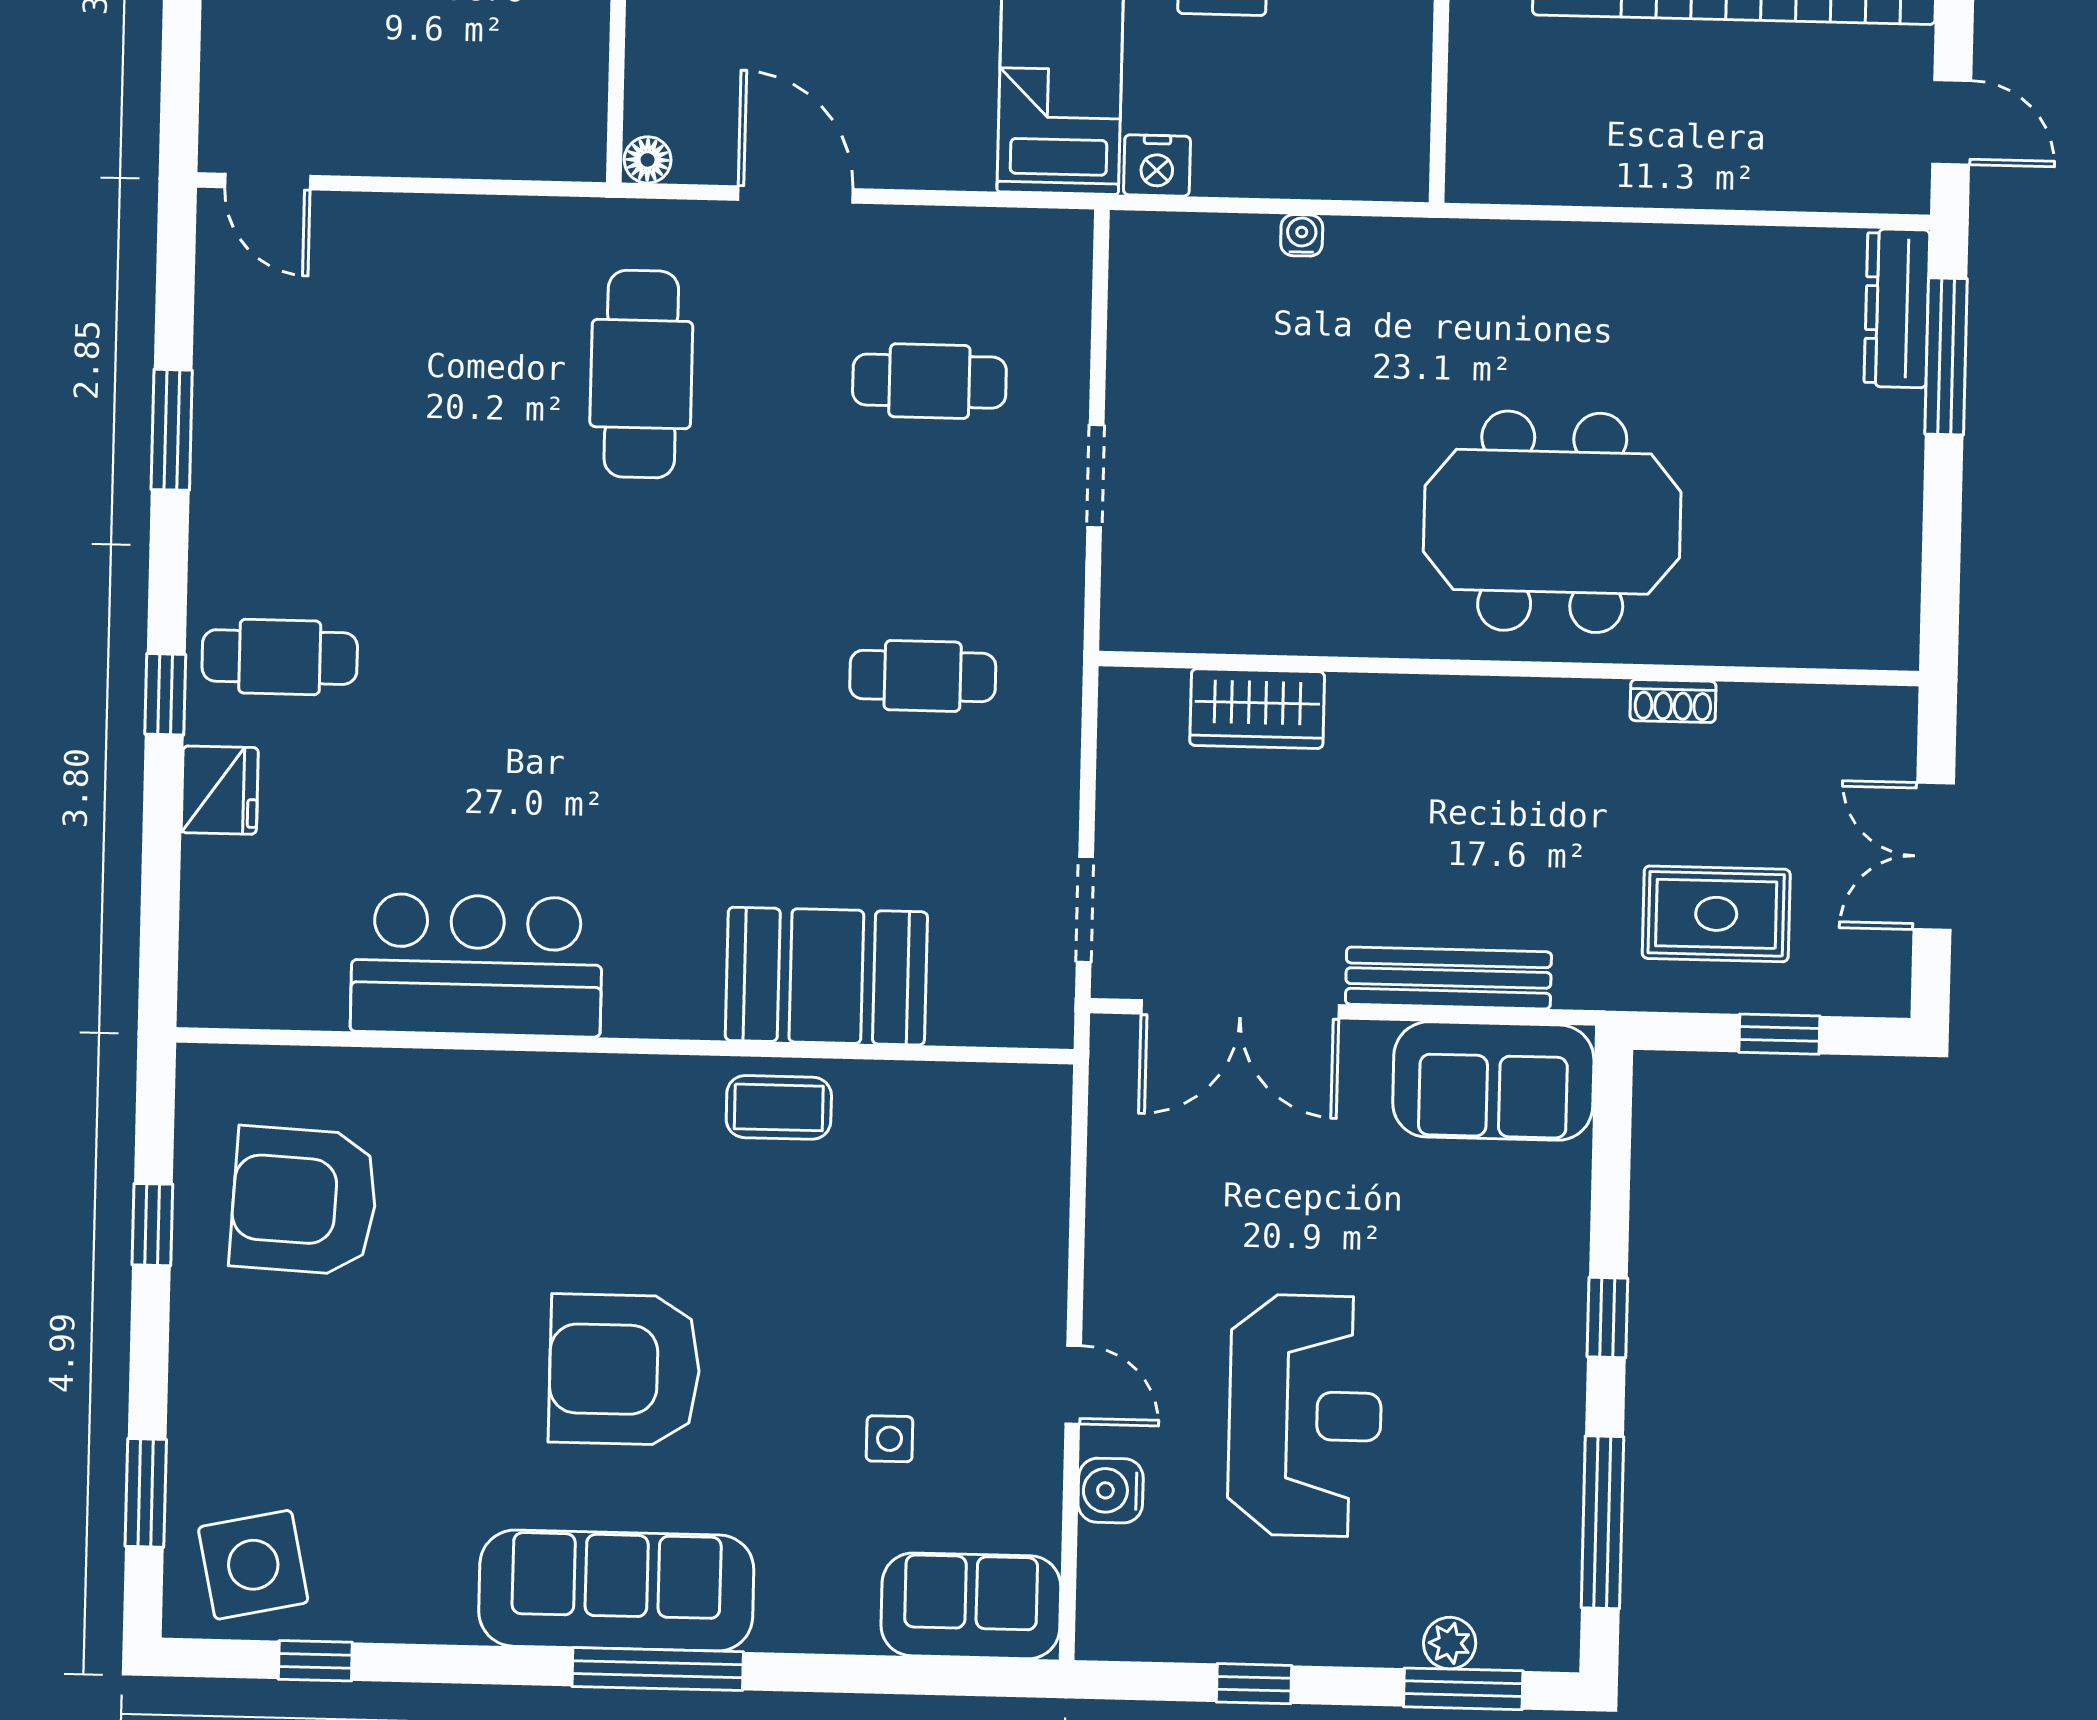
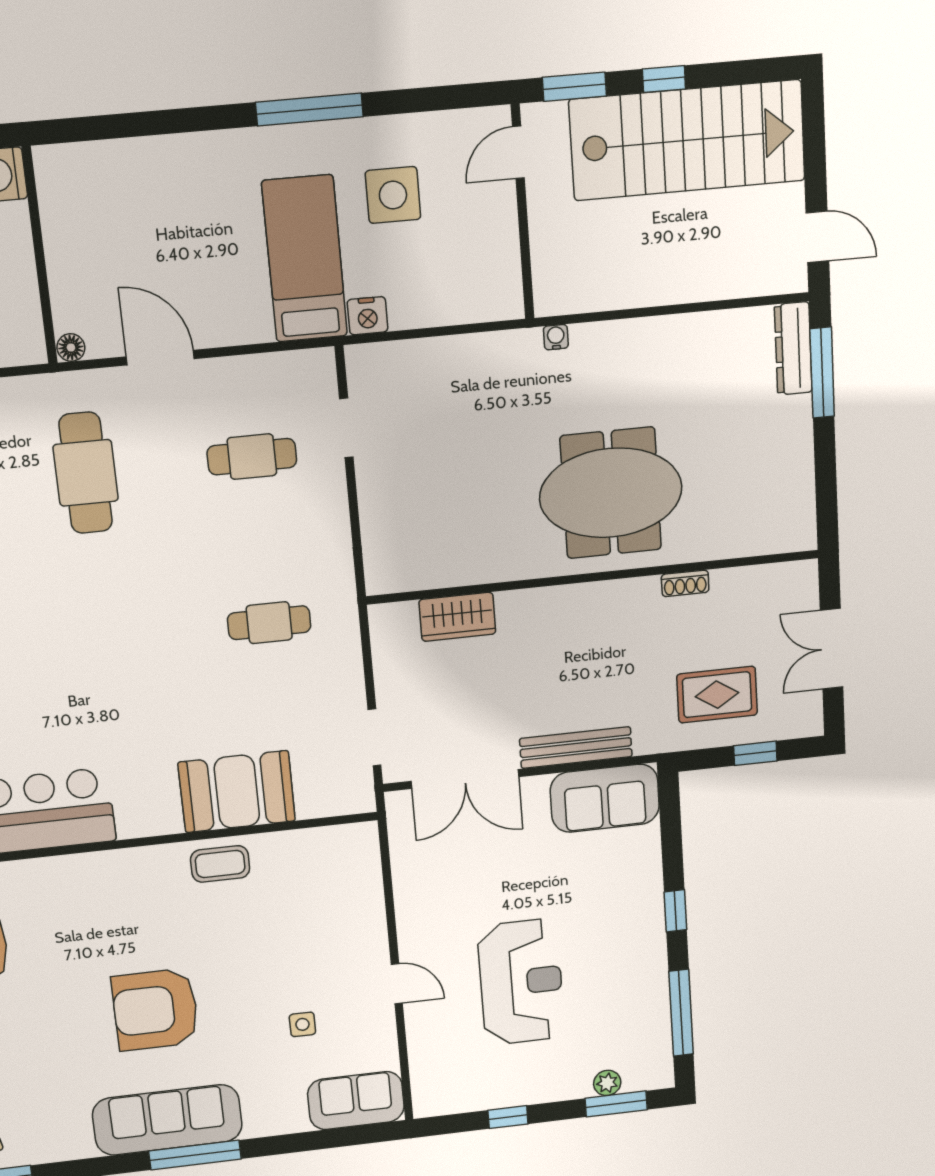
water cooler: (1302, 235) -> (556, 337), moved
doorway: (1095, 476) -> (346, 428), moved
water cooler: (1111, 1491) -> (423, 1034), removed

